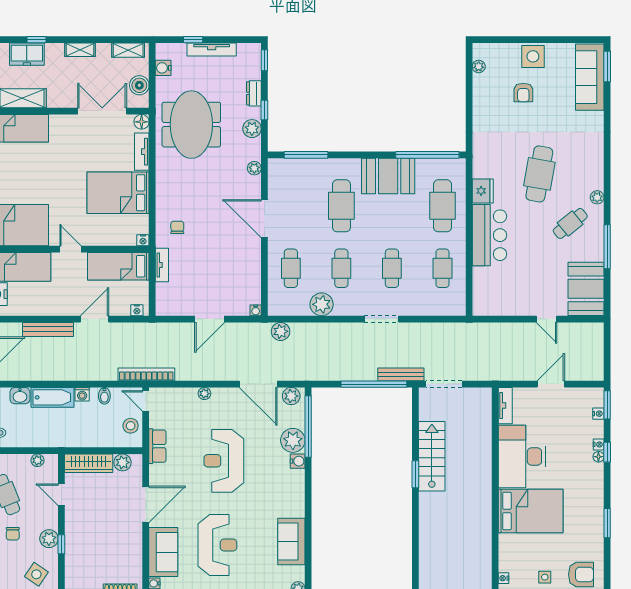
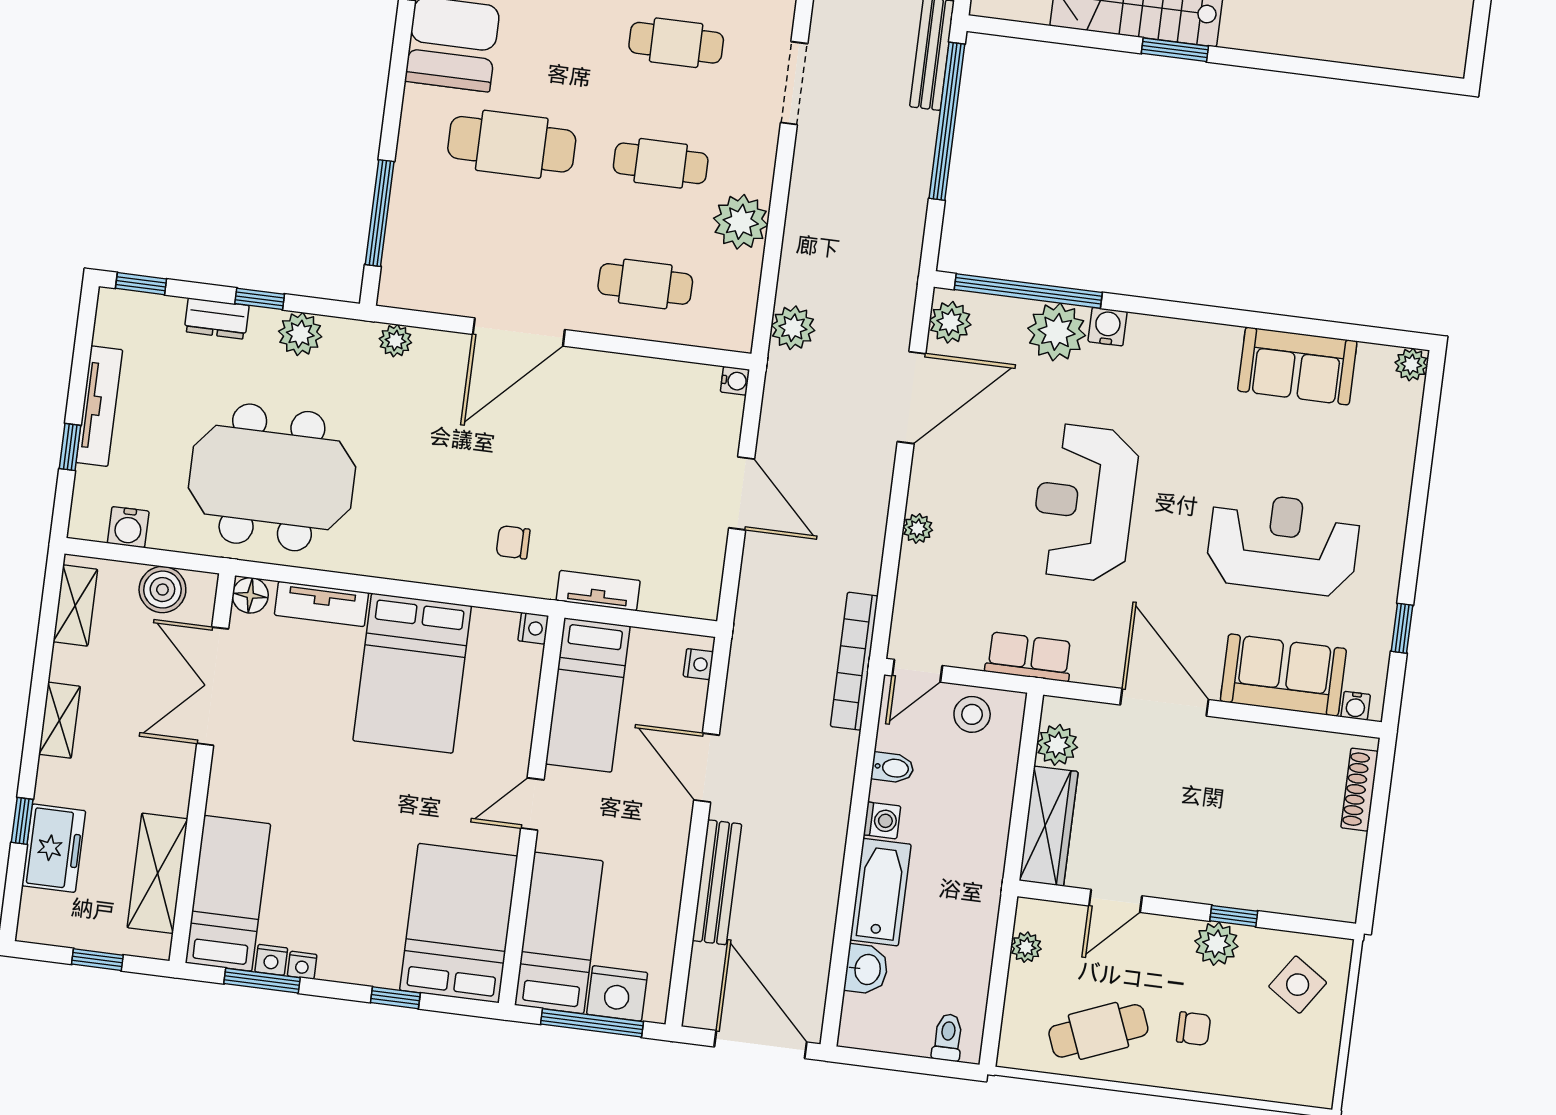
reception desk: (224, 461) -> (1084, 503), turned 90

